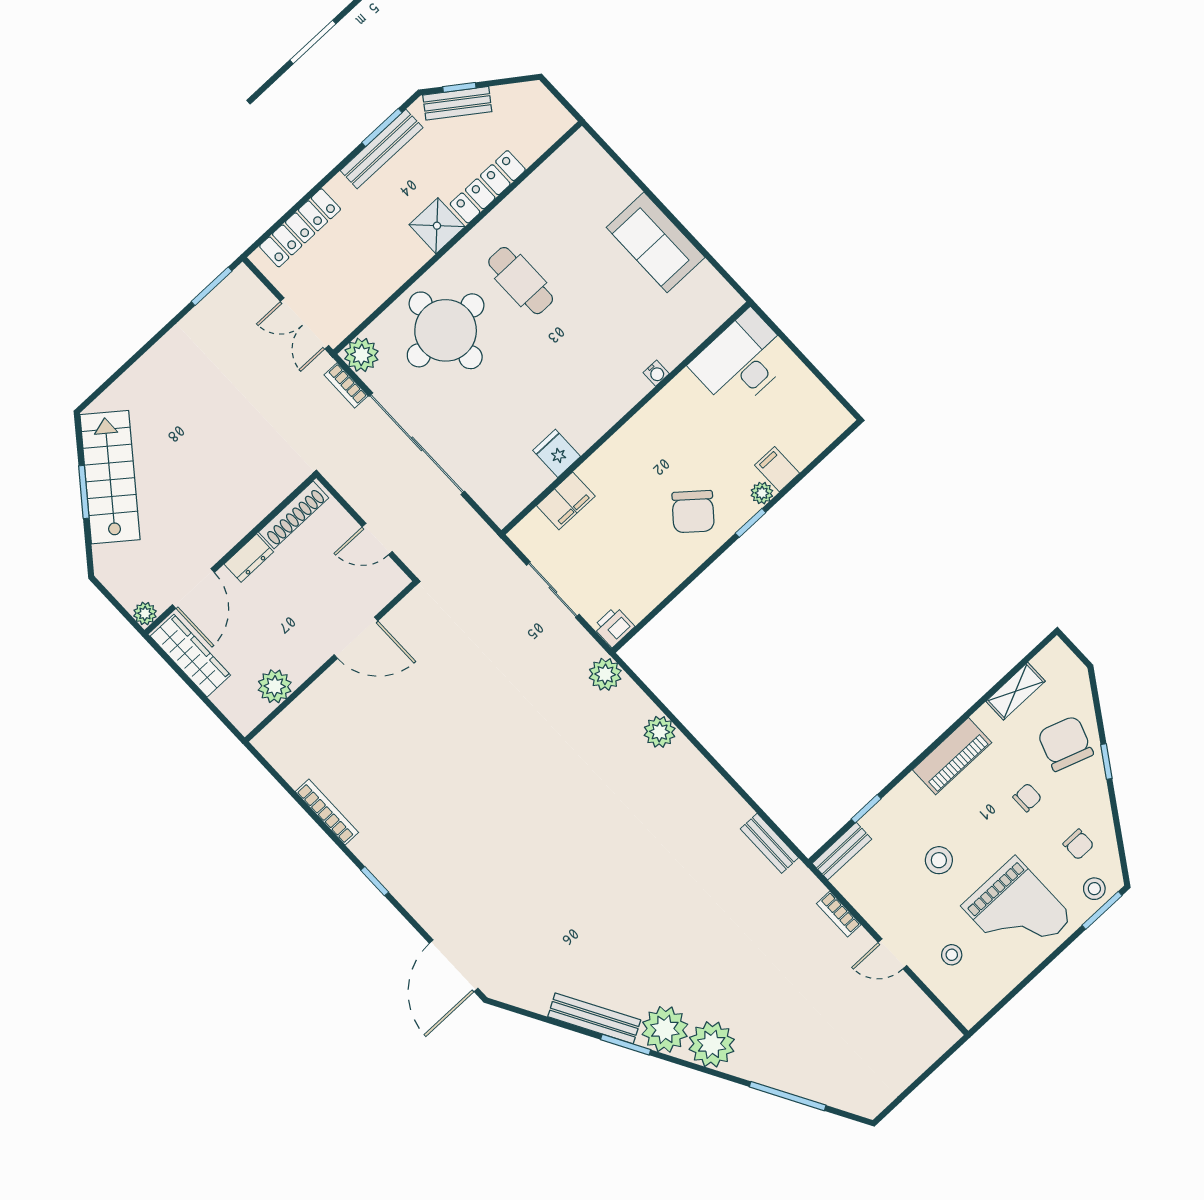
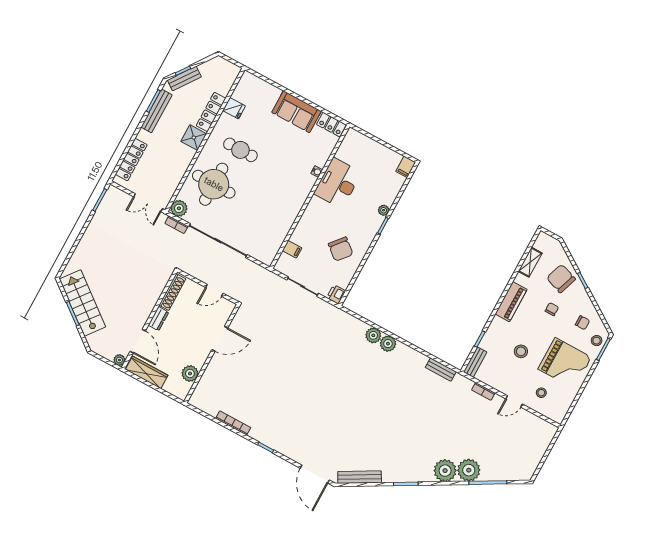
locker: (716, 291) -> (331, 125), added
desk: (742, 361) -> (338, 183), moved
fridge: (557, 453) -> (234, 108), moved, turned 180
filing cabinet: (777, 469) -> (406, 167), moved, turned -90
filing cabinet: (566, 501) -> (292, 249), width x0.50
chair: (693, 512) -> (341, 249), moved
plant: (605, 674) -> (388, 344), moved
bench: (594, 1018) -> (360, 477), moved
plant: (665, 1029) -> (469, 470), moved

